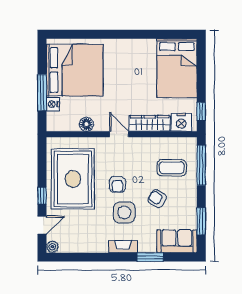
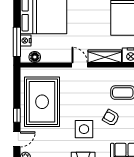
window: (42, 93) -> (17, 42), moved
floor lamp: (86, 124) -> (35, 57), moved
armchair: (117, 184) -> (78, 106), removed

